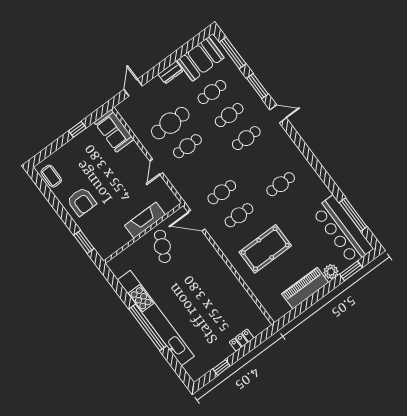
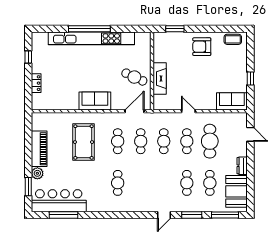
cafe table: (246, 138) -> (164, 141), moved
sofa: (216, 268) -> (95, 101), added

